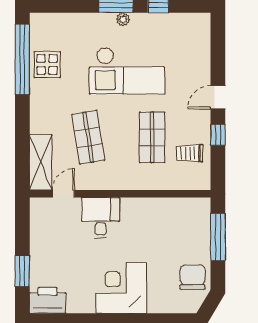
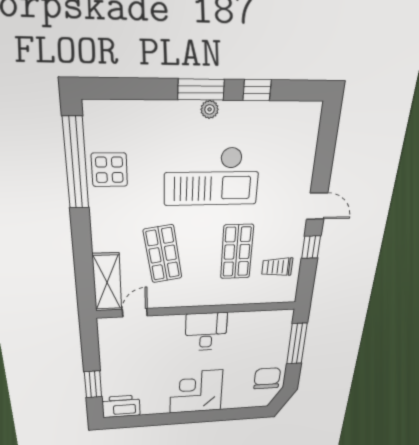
door: (218, 97) -> (317, 206), swing flipped
desk: (101, 218) -> (206, 332), moved

